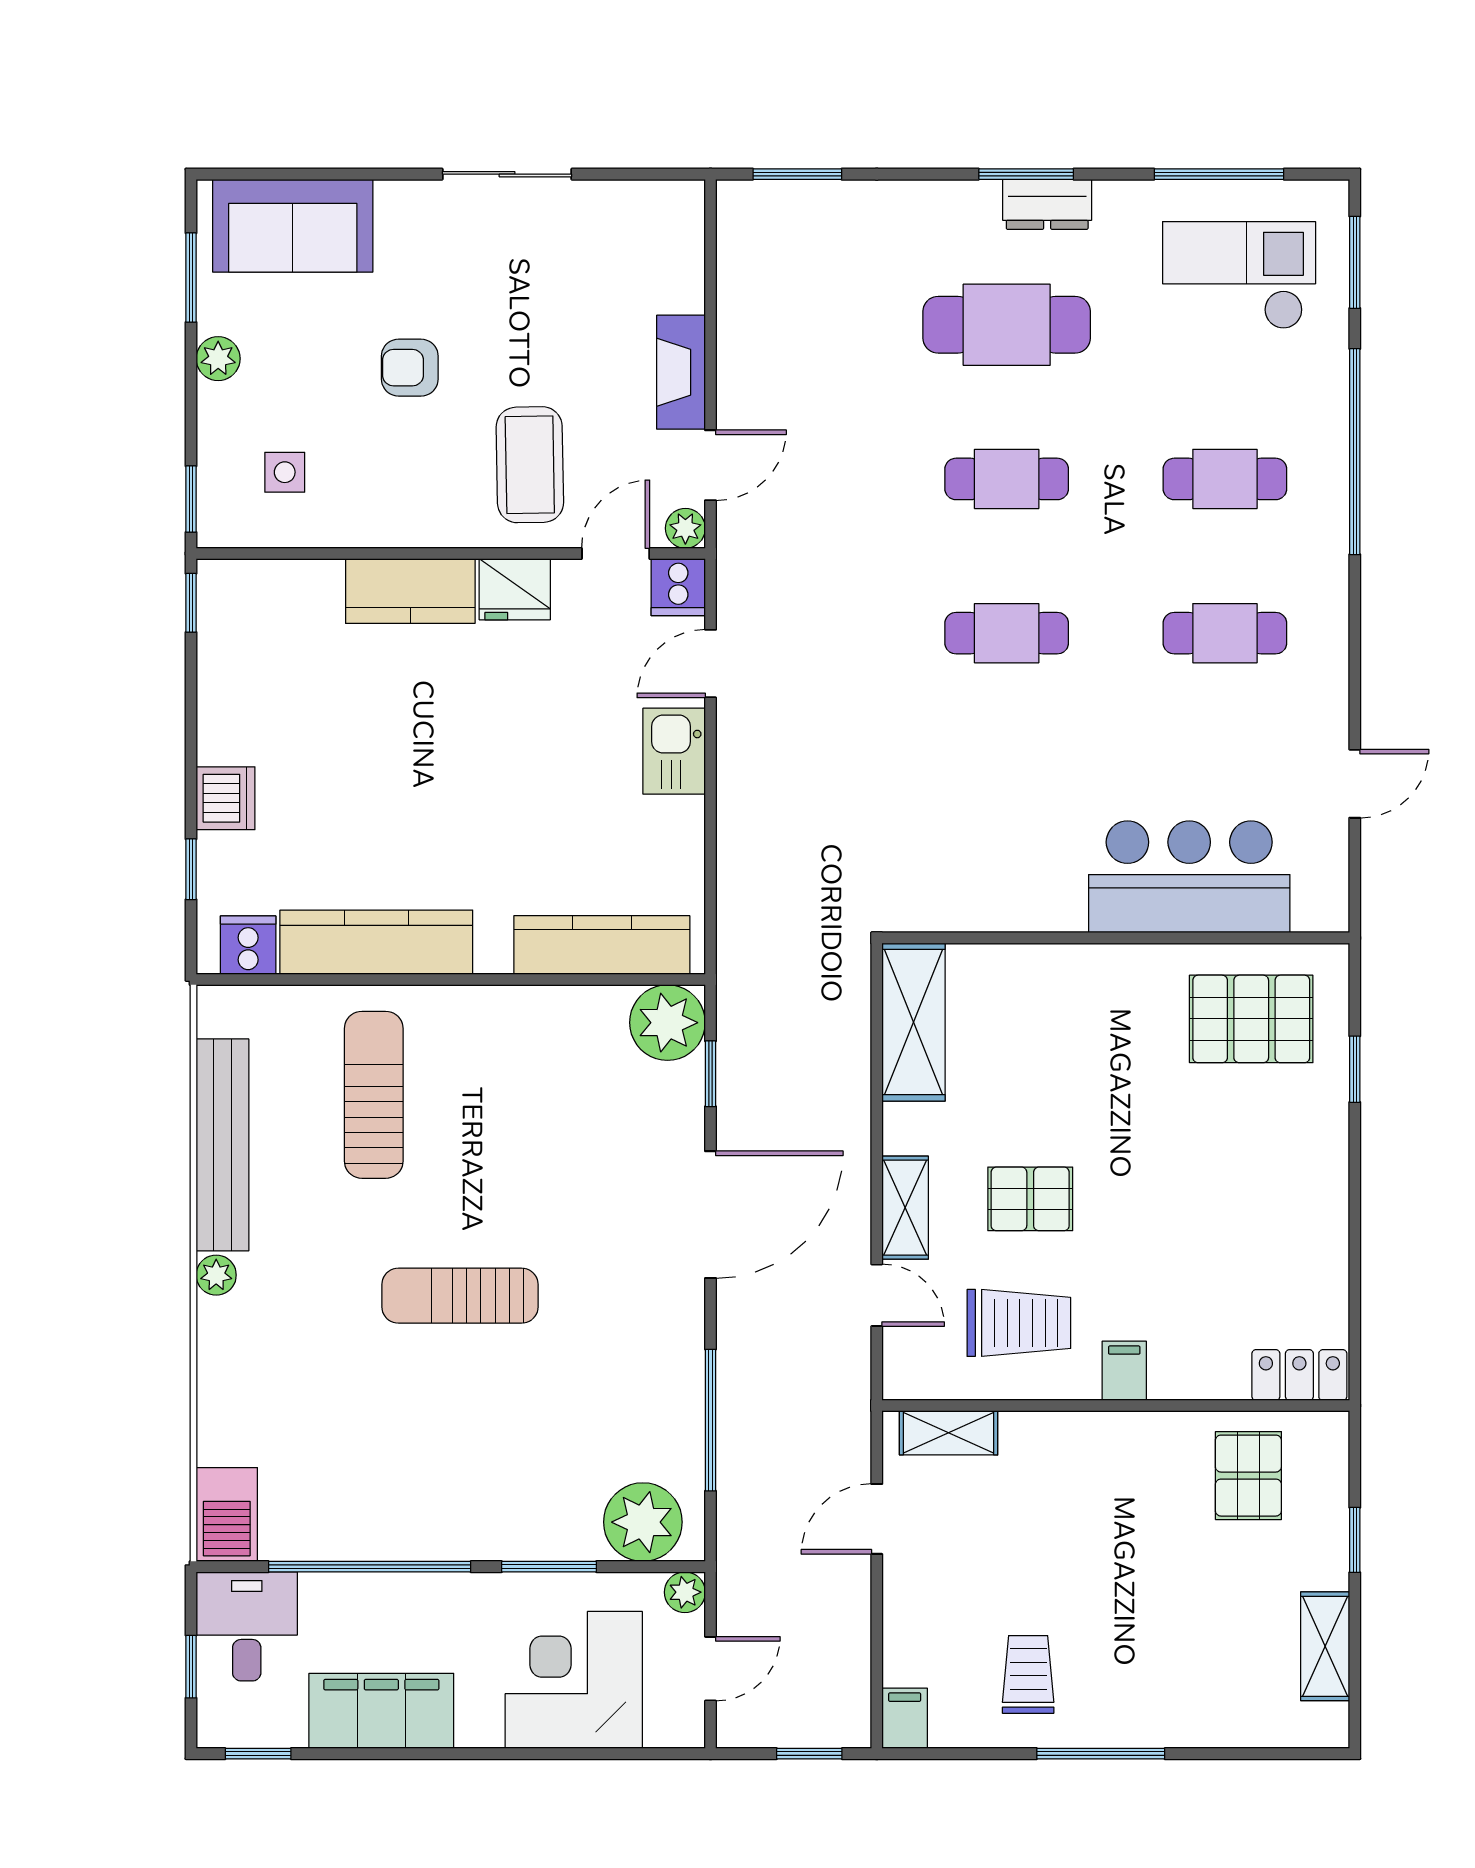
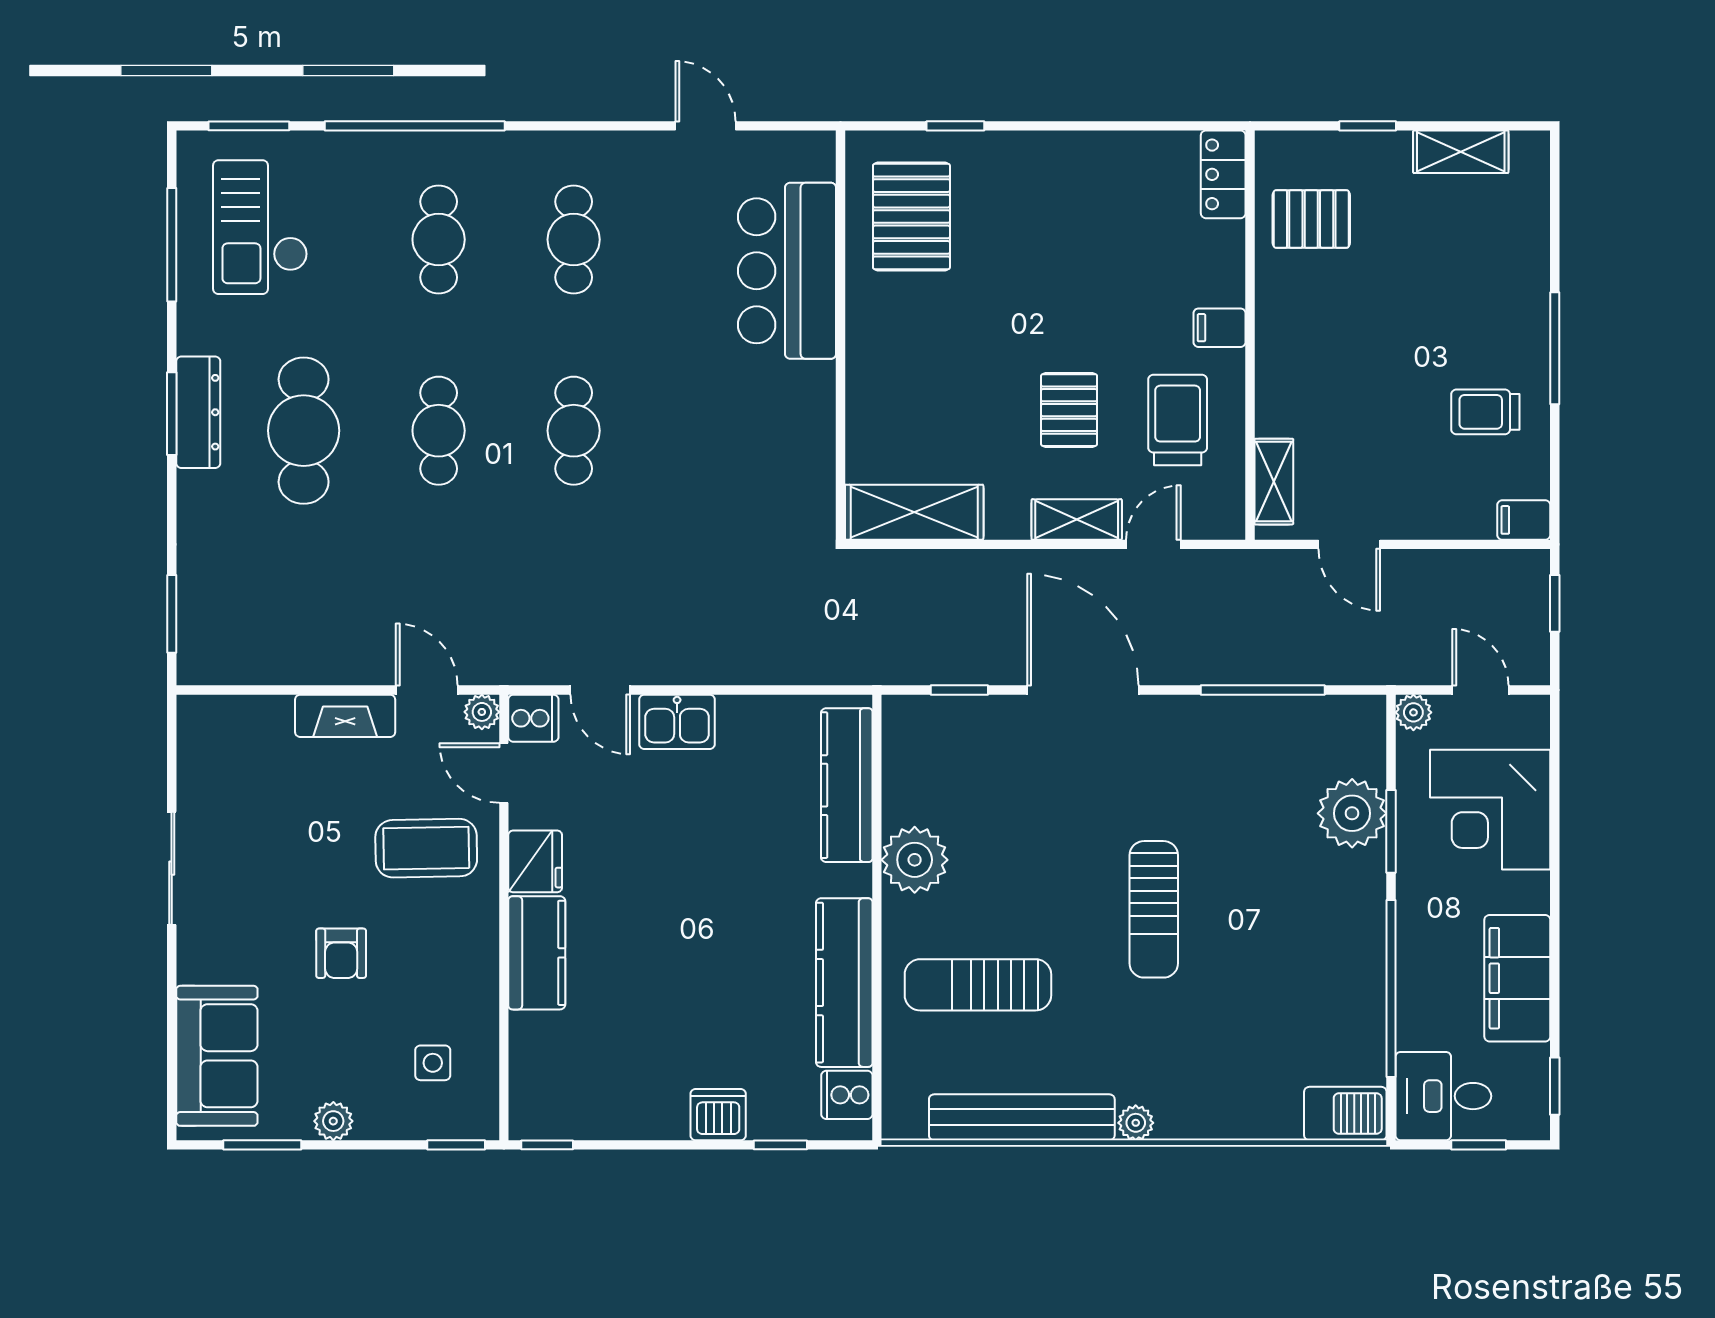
dresser: (1047, 204) -> (198, 412), width x1.44
plant: (667, 1023) -> (915, 860), moved
plant: (643, 1522) -> (1352, 813), moved

